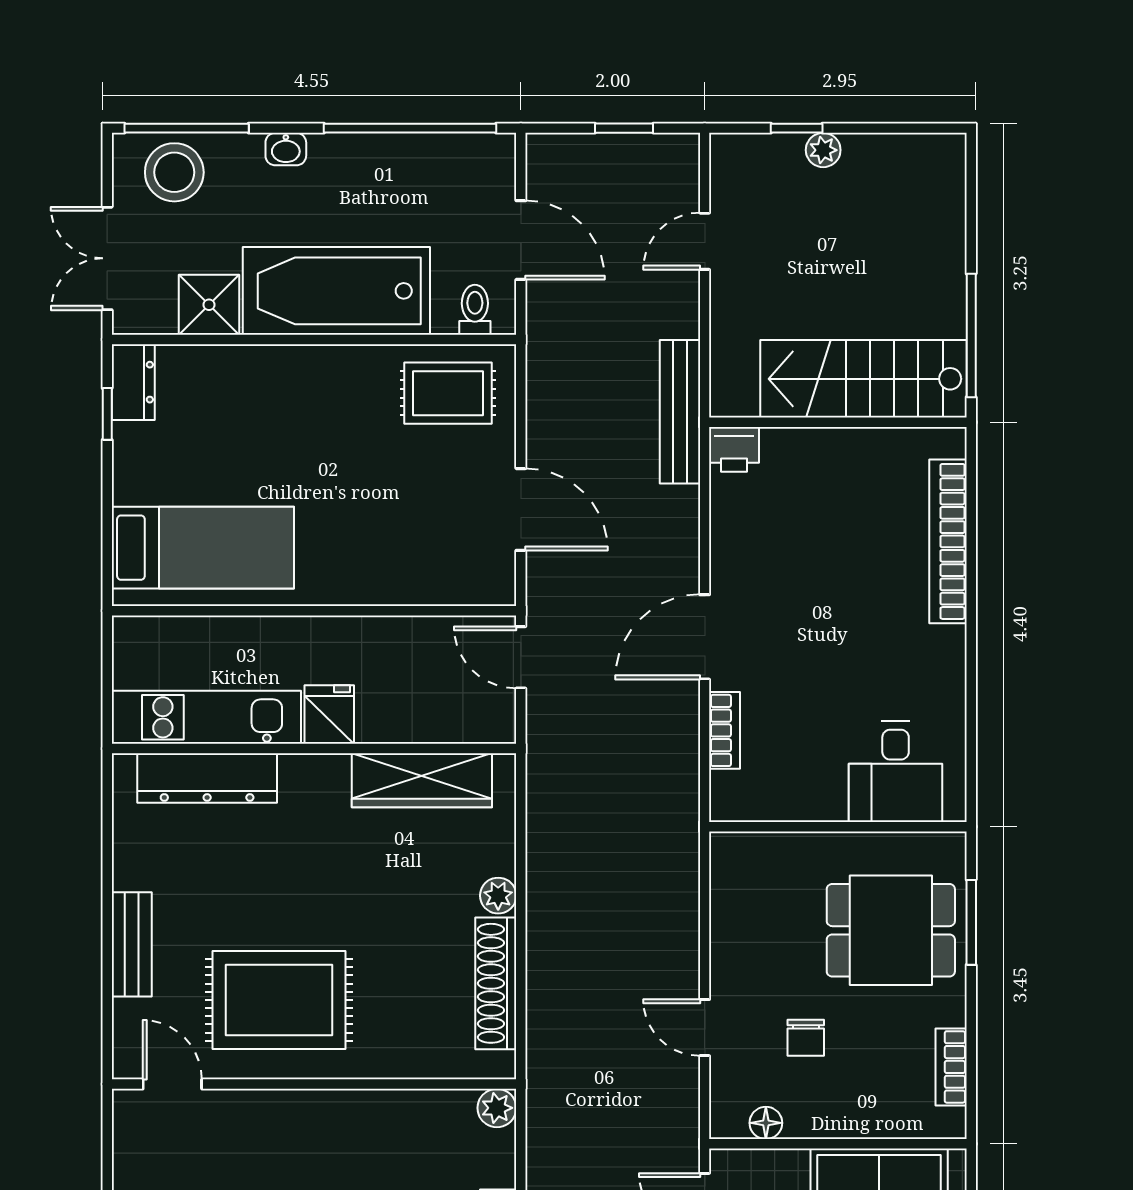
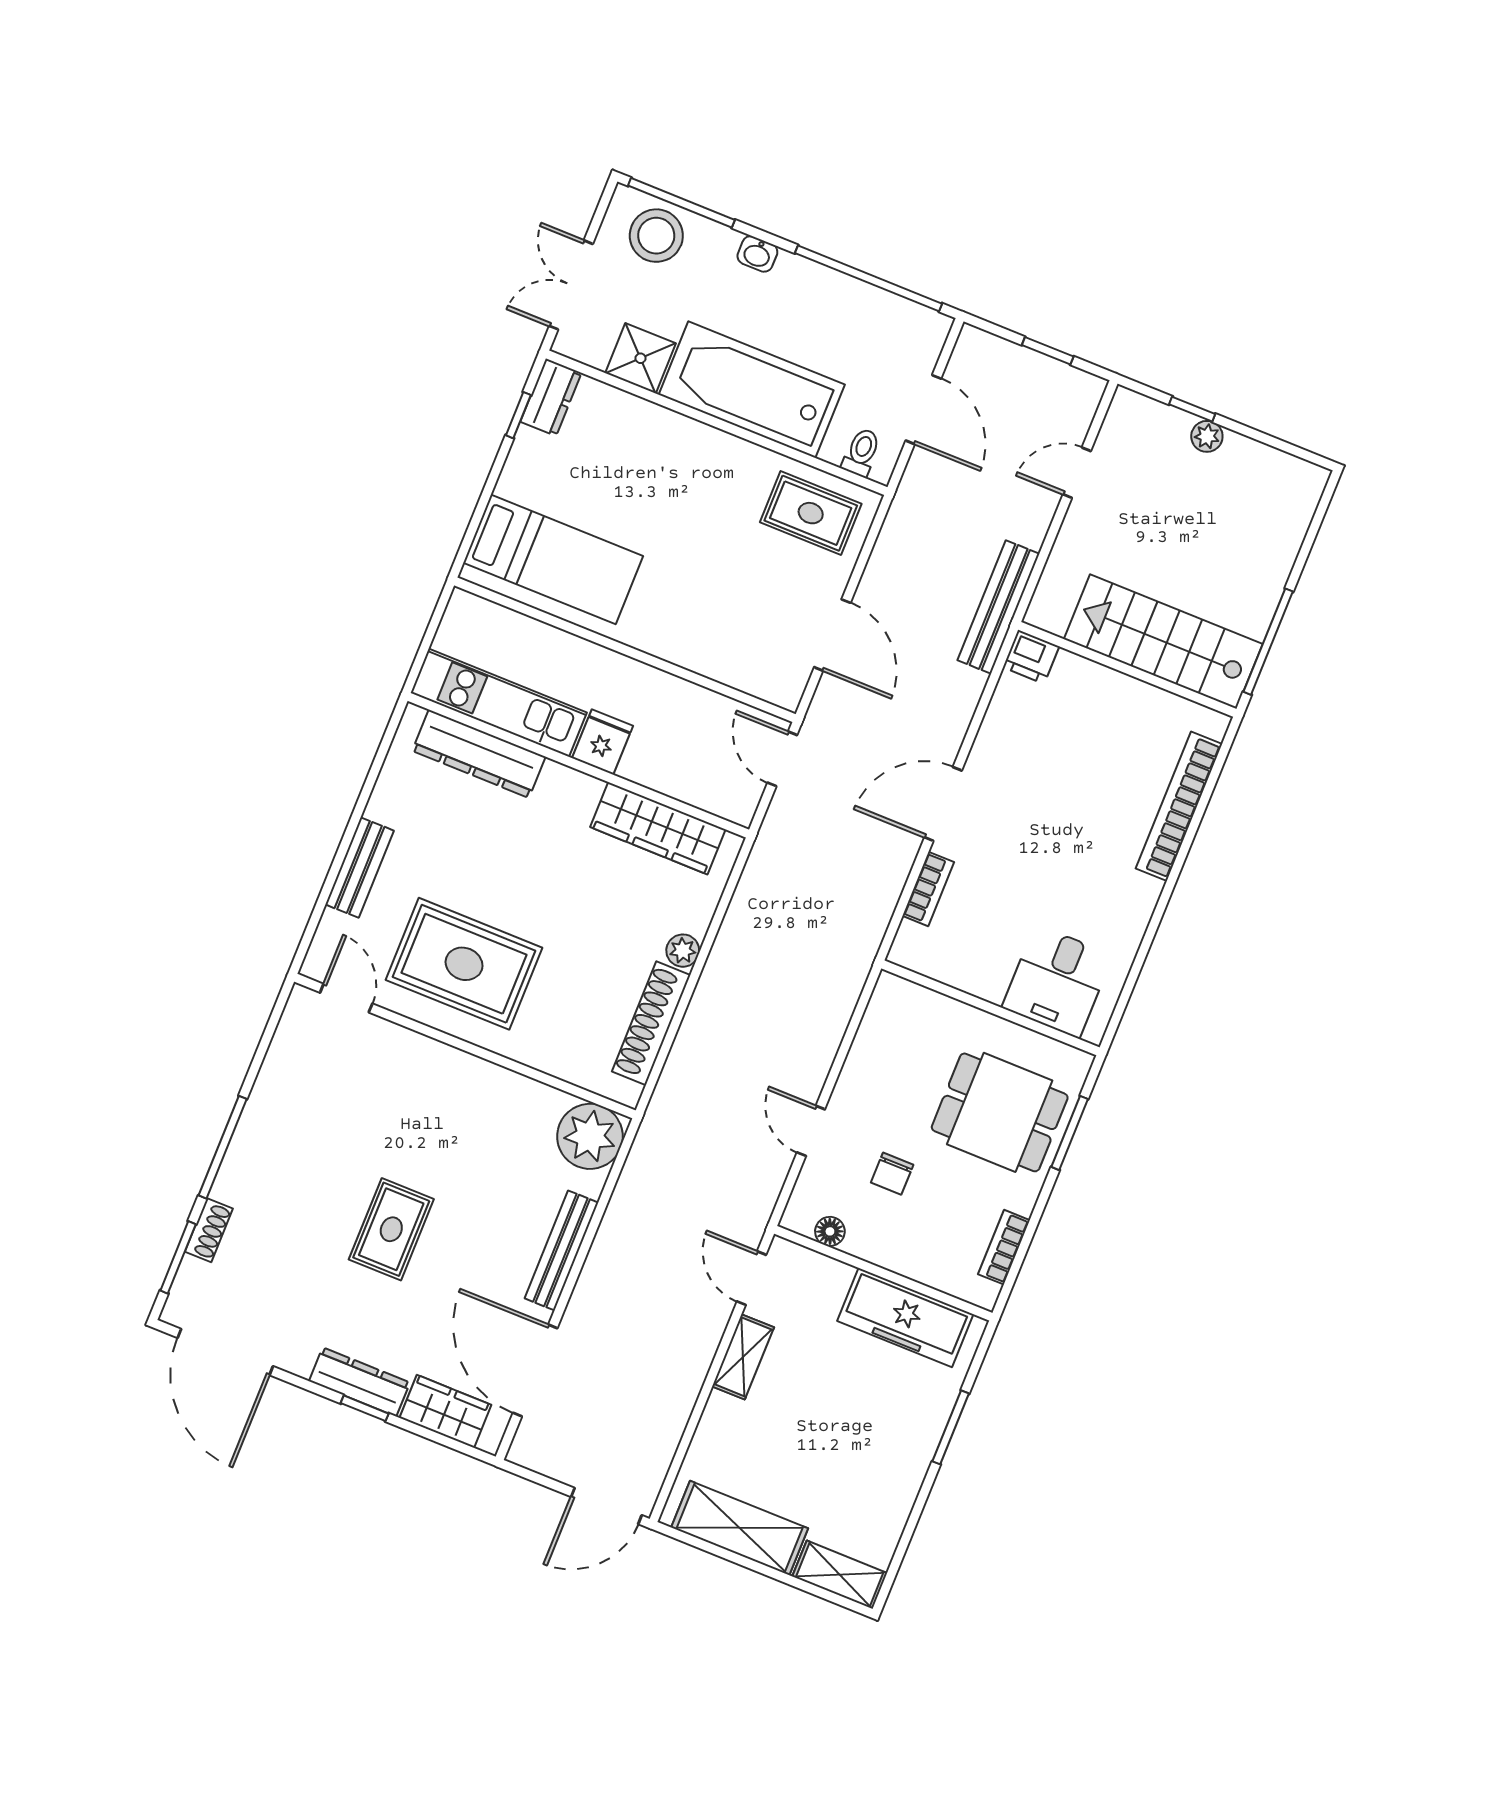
plant: (497, 1108) -> (590, 1136), width x1.88, depth x1.88

